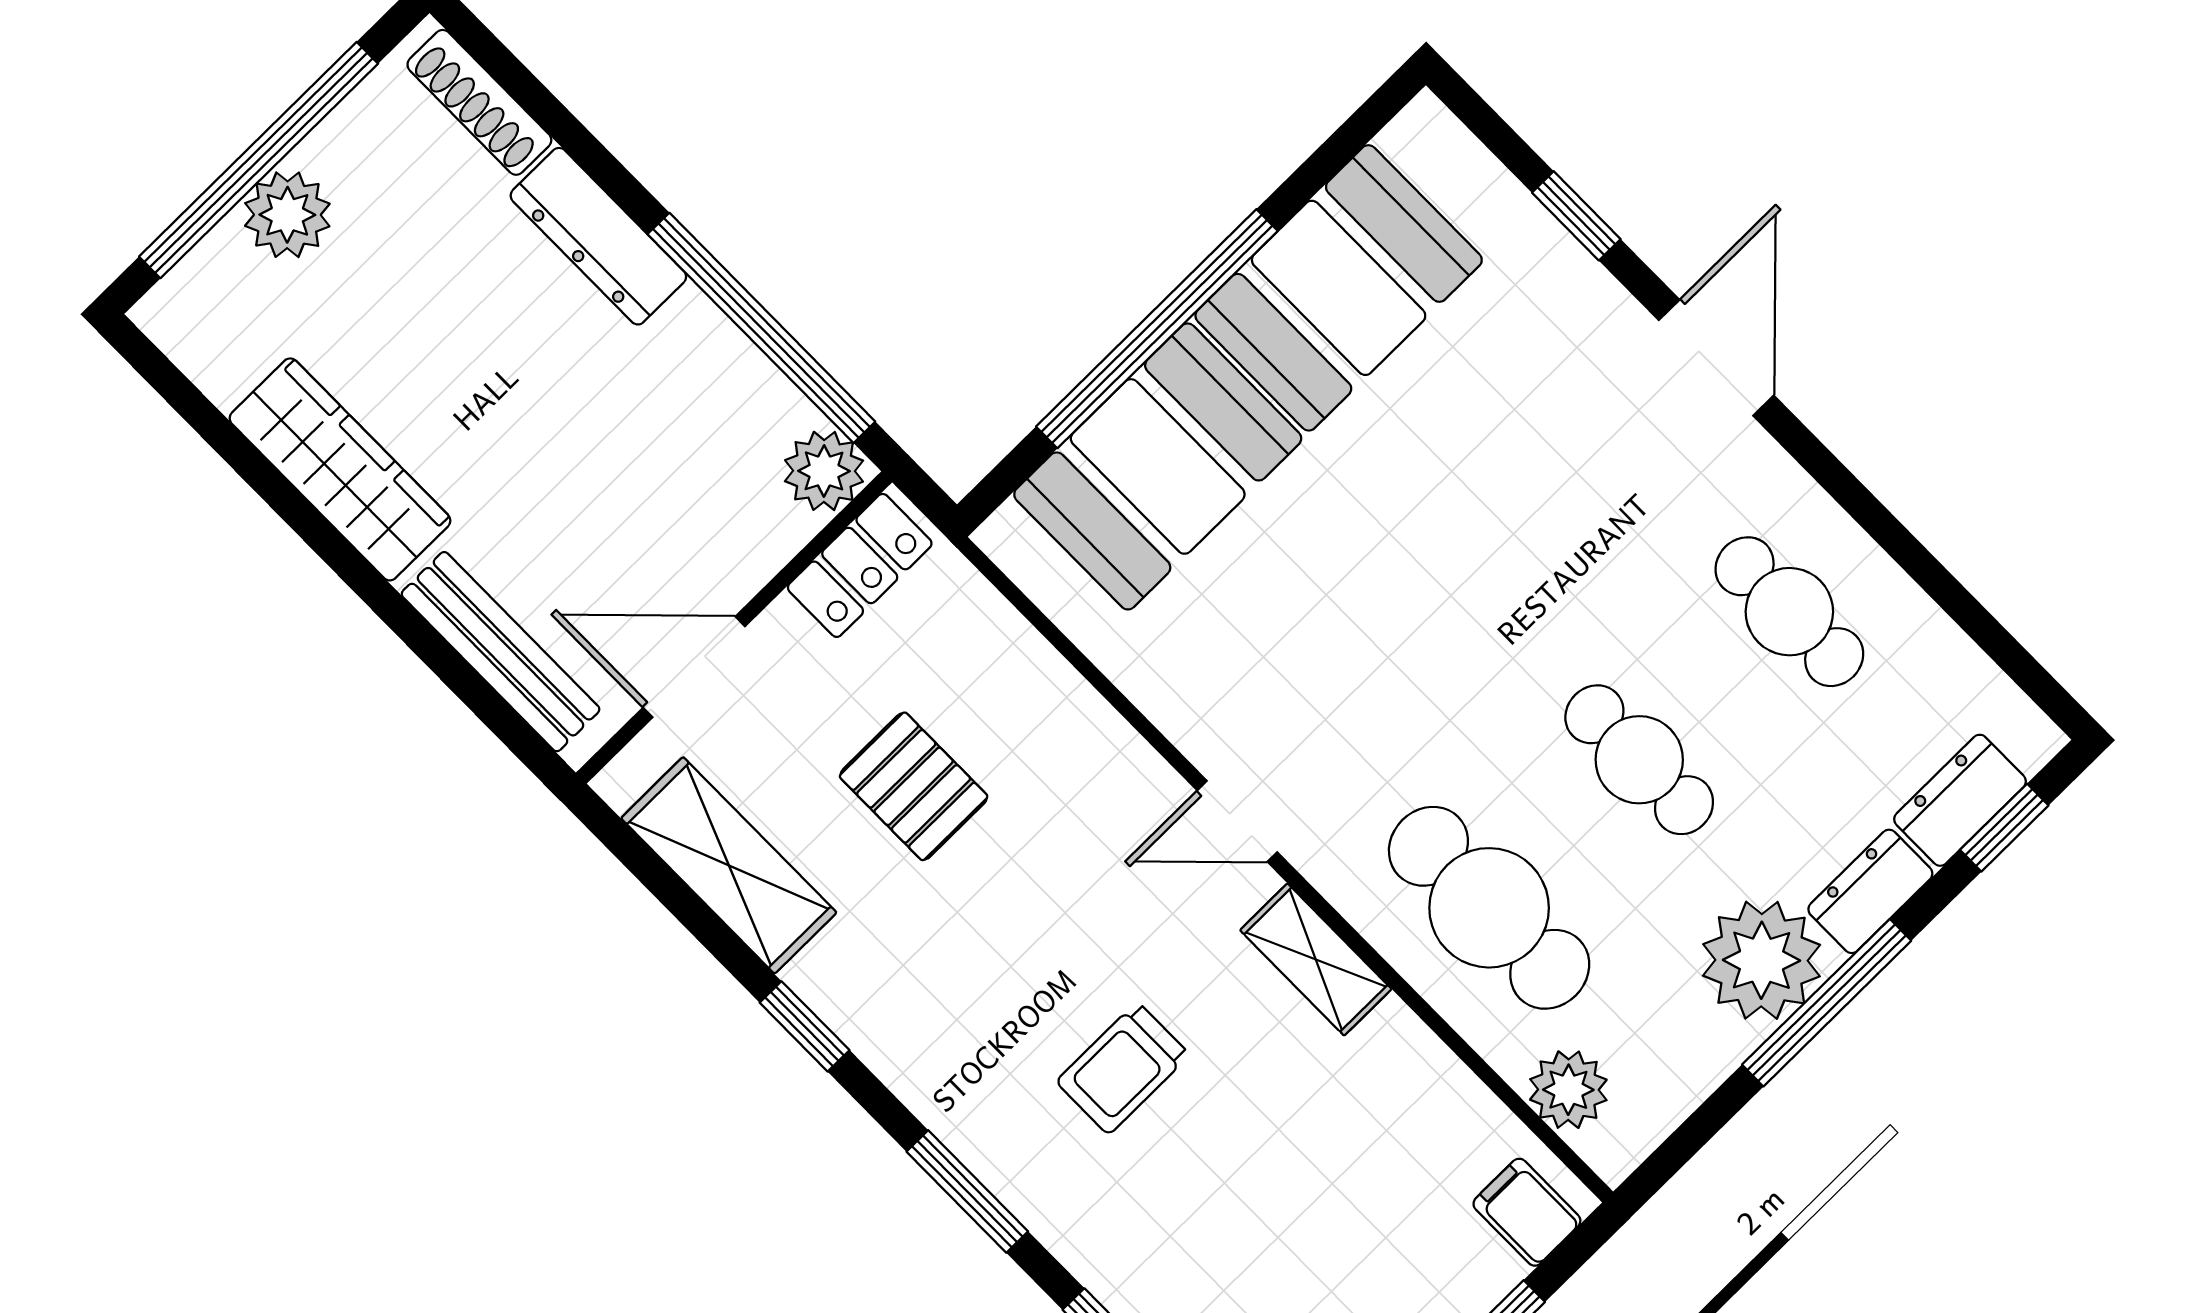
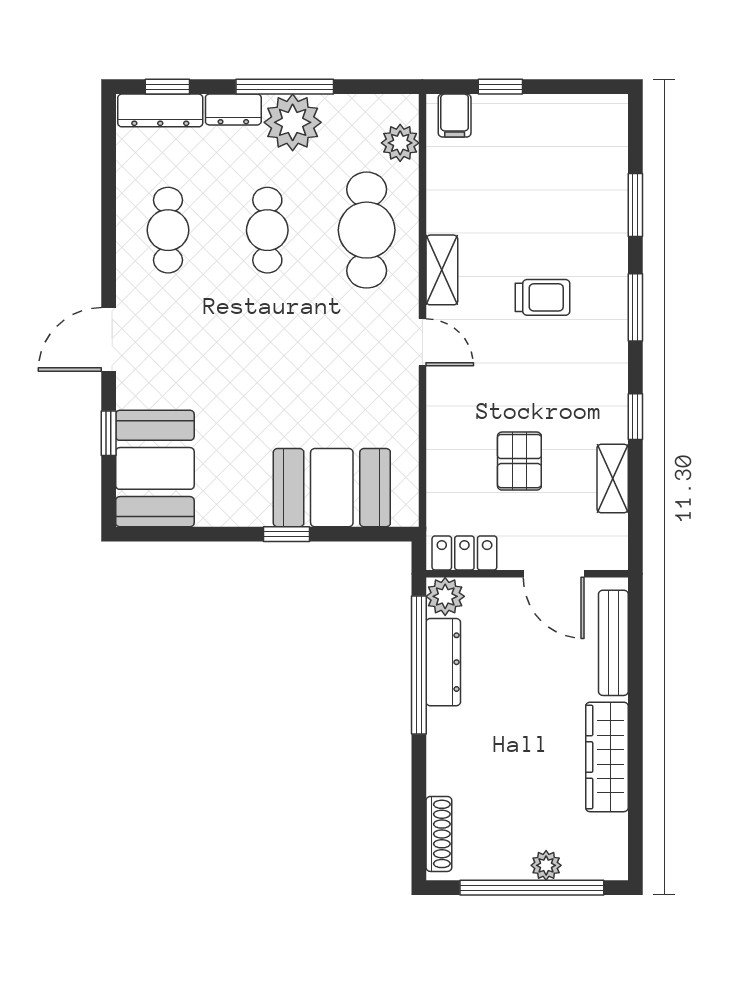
plant: (287, 215) -> (546, 865), width x0.73, depth x0.73
dresser: (598, 236) -> (443, 662), moved
booth: (1339, 288) -> (155, 468), moved, turned 90
window: (1157, 329) -> (286, 534), width x0.32
dresser: (1960, 800) -> (160, 110), width x1.44
shelving: (729, 865) -> (613, 478), width x0.67, depth x0.75

